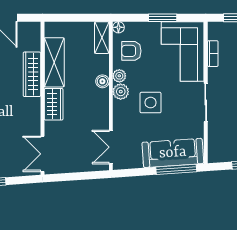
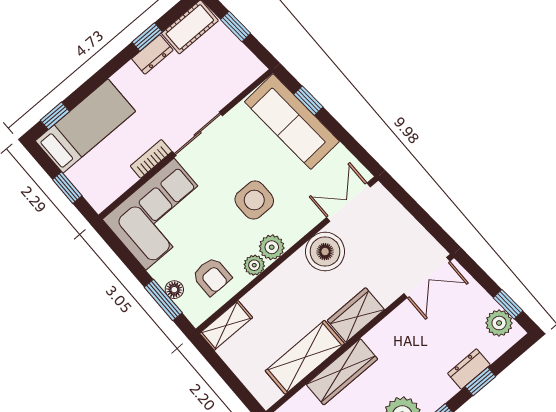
window: (163, 18) -> (163, 300), moved
floor lamp: (118, 27) -> (174, 290), moved
bookcase: (213, 54) -> (151, 159), moved
boiler: (102, 81) -> (325, 252), moved, width x1.86, depth x1.86
double door: (111, 147) -> (349, 202), swing flipped
window: (176, 169) -> (308, 101), width x0.46

